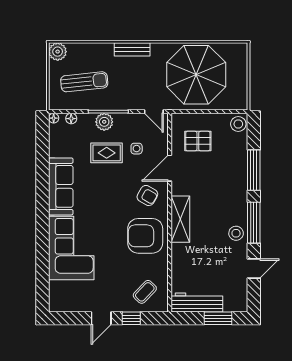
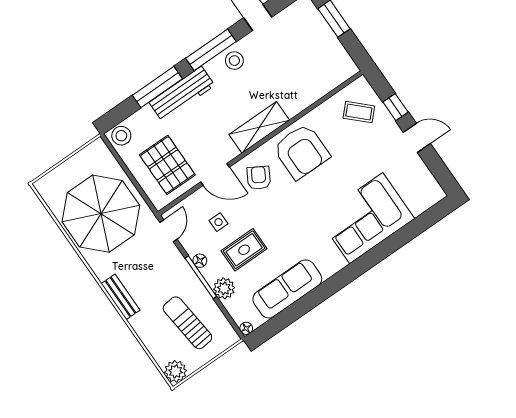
floor lamp: (71, 119) -> (200, 261), moved
plant: (104, 122) -> (224, 288), moved
pallet: (198, 141) -> (167, 165), width x1.50, depth x1.42
rug: (107, 153) -> (244, 250), turned 90
sofa: (61, 186) -> (287, 289), moved
workbench: (197, 303) -> (182, 94), moved, turned -90

